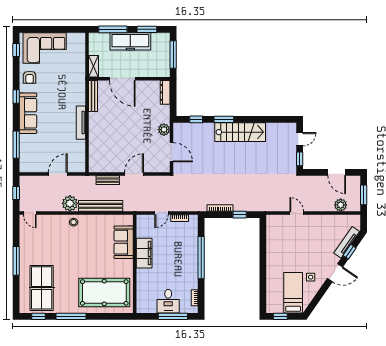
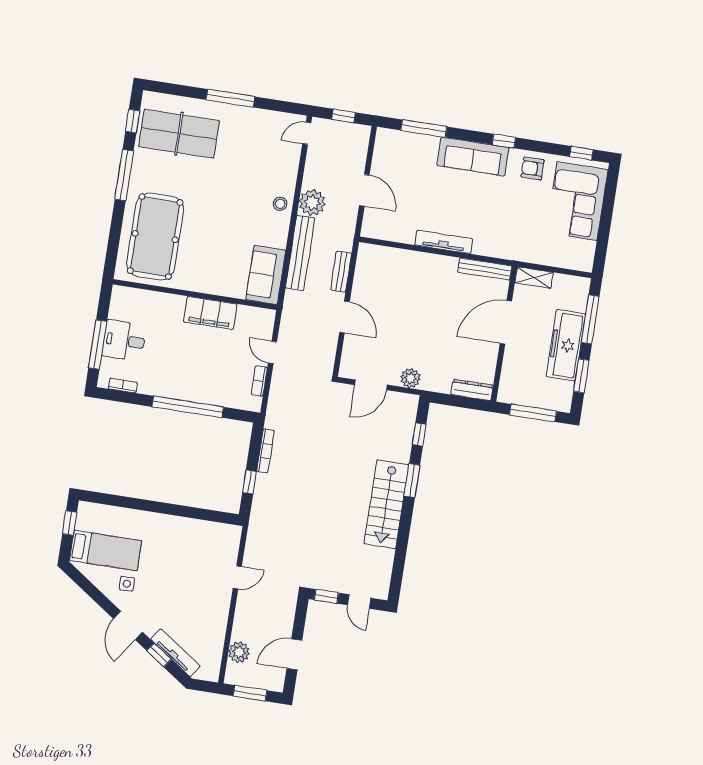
sofa: (124, 242) -> (266, 275), moved, turned -90

